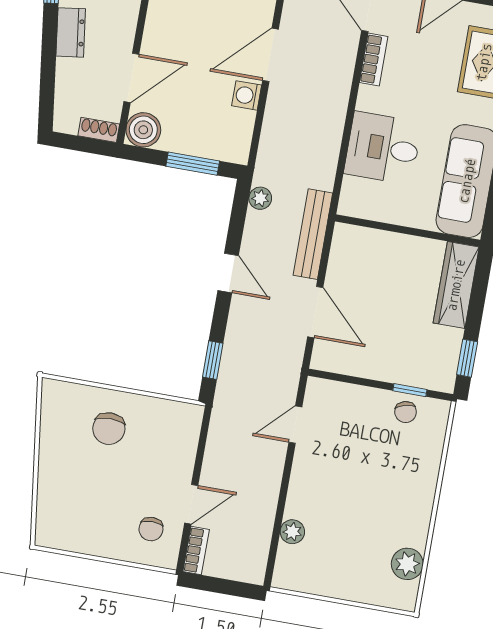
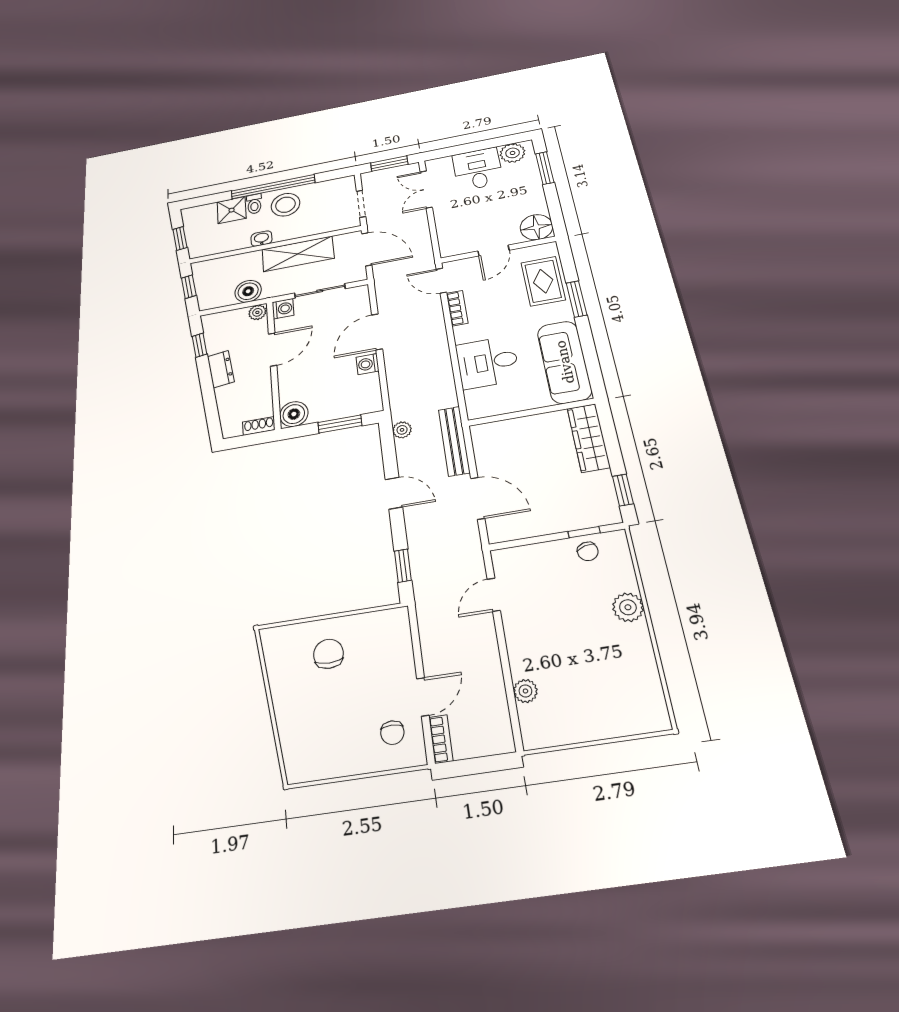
door: (131, 78) -> (273, 350), moved
chair: (109, 429) -> (328, 654), turned 180
plant: (407, 564) -> (628, 607), moved

